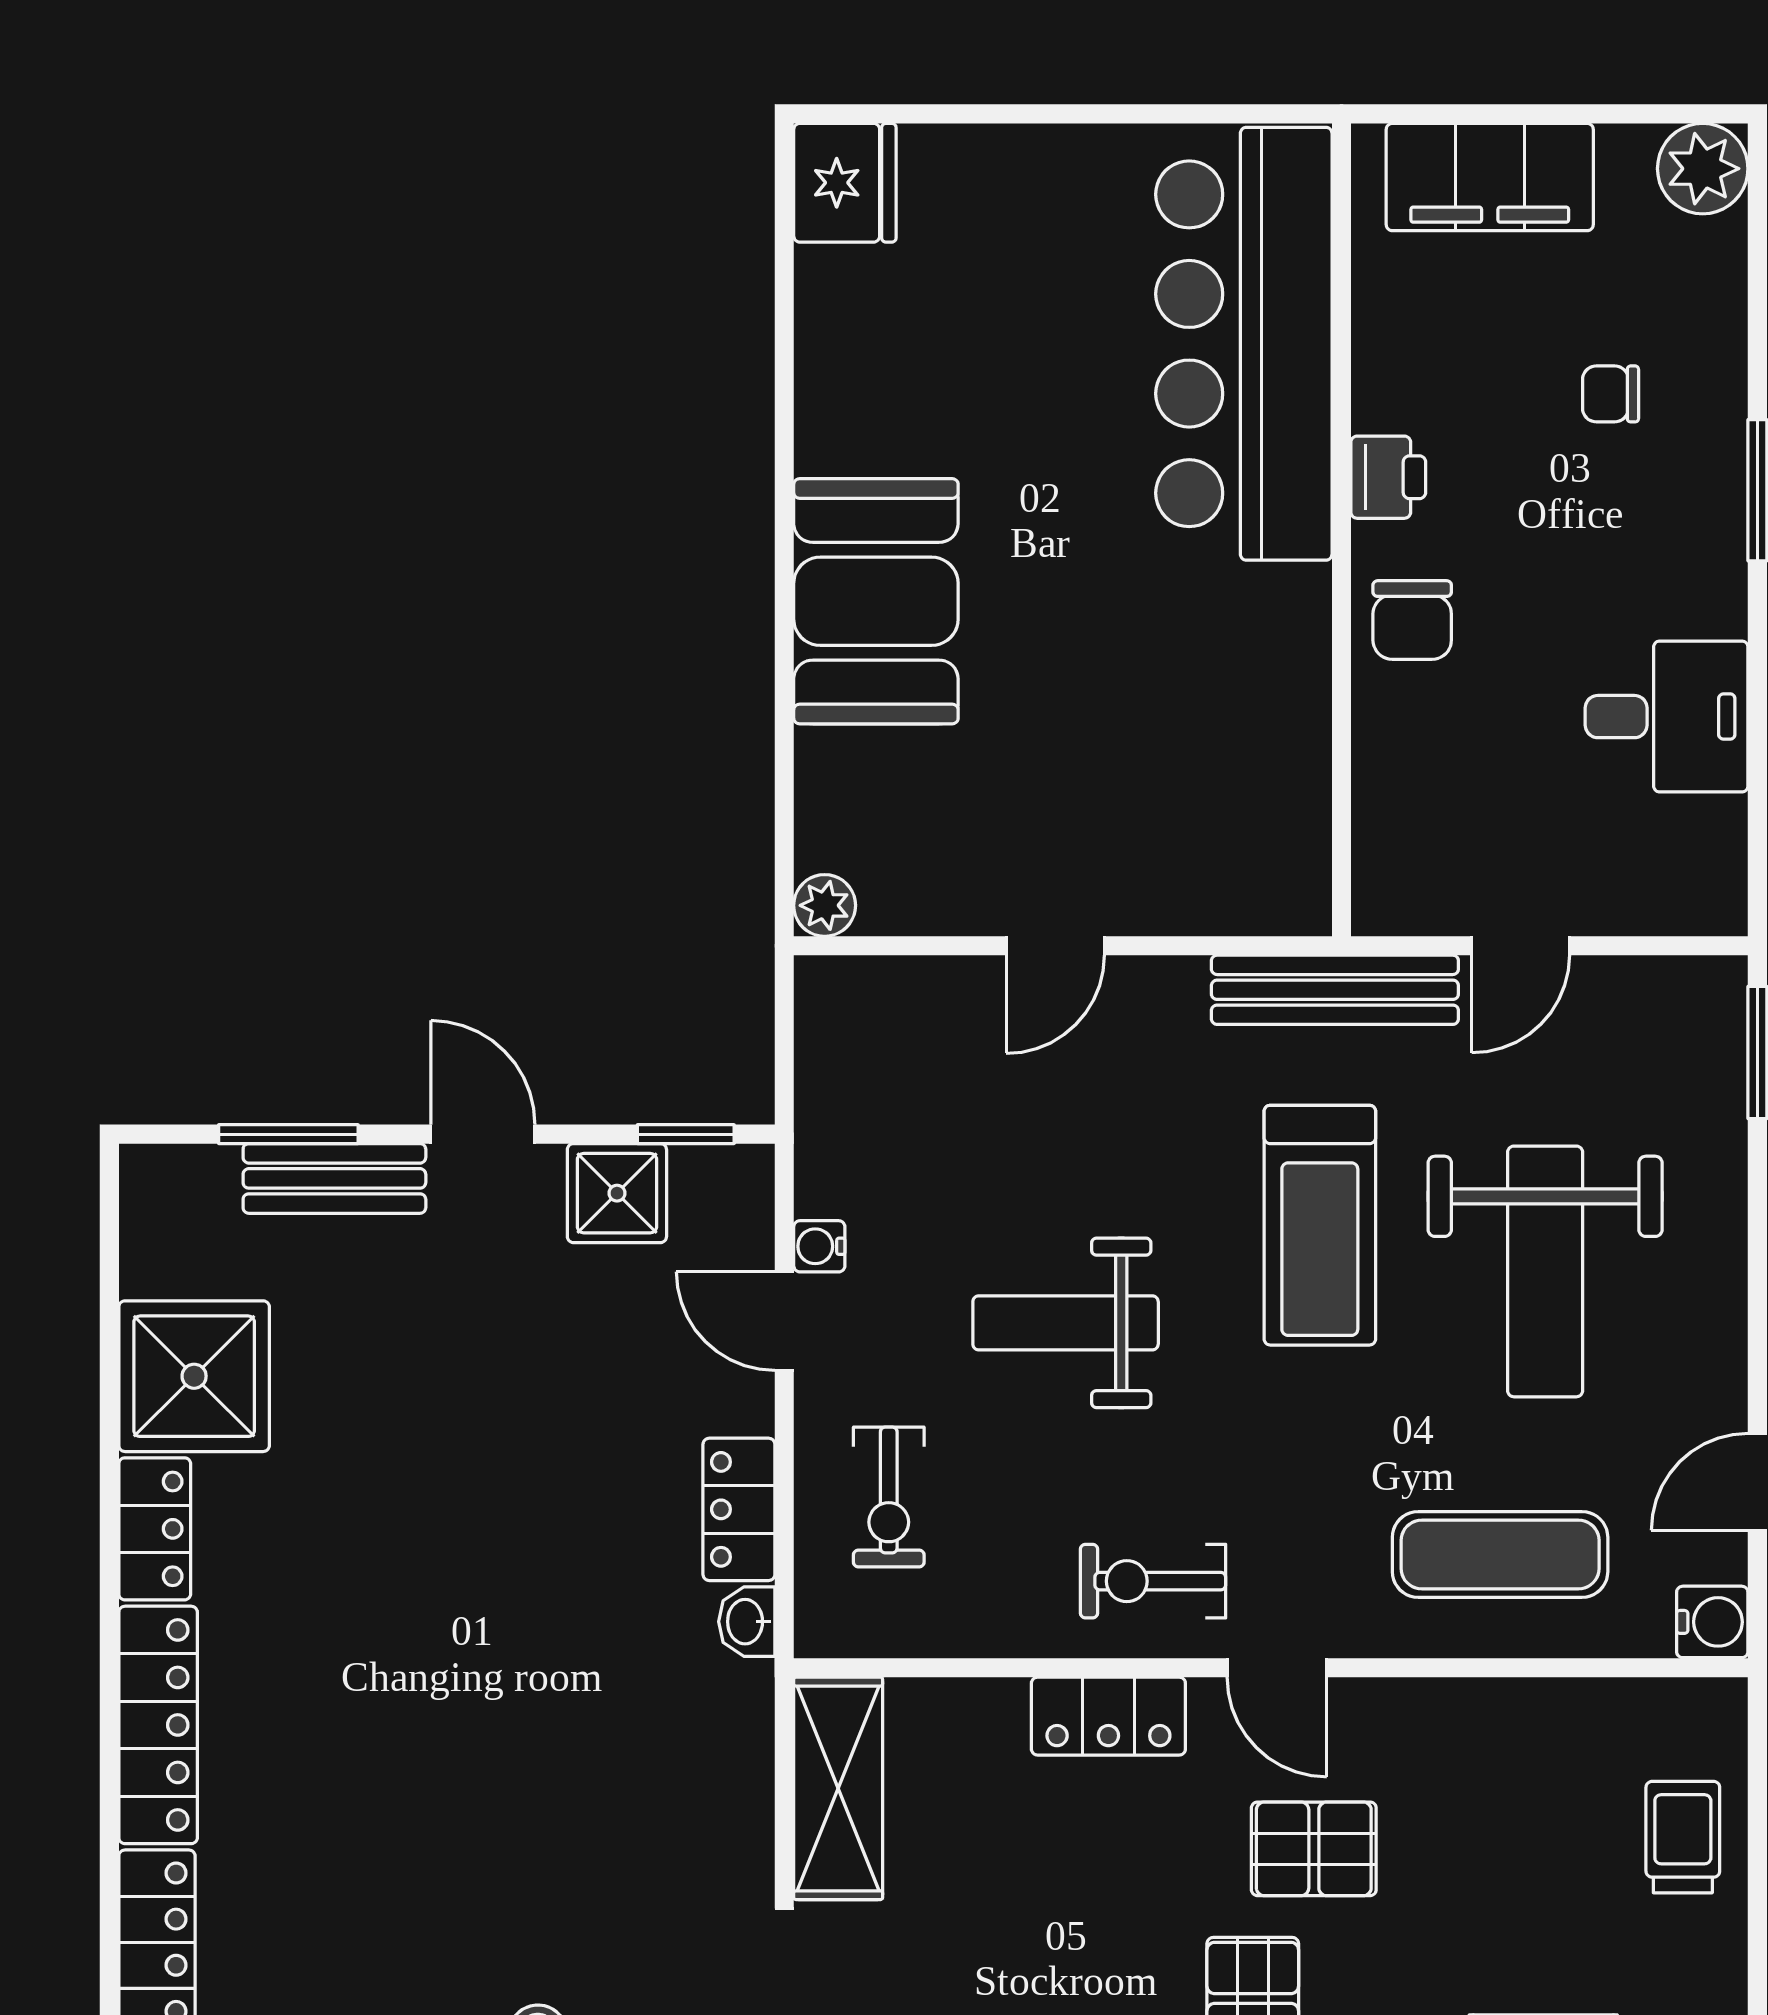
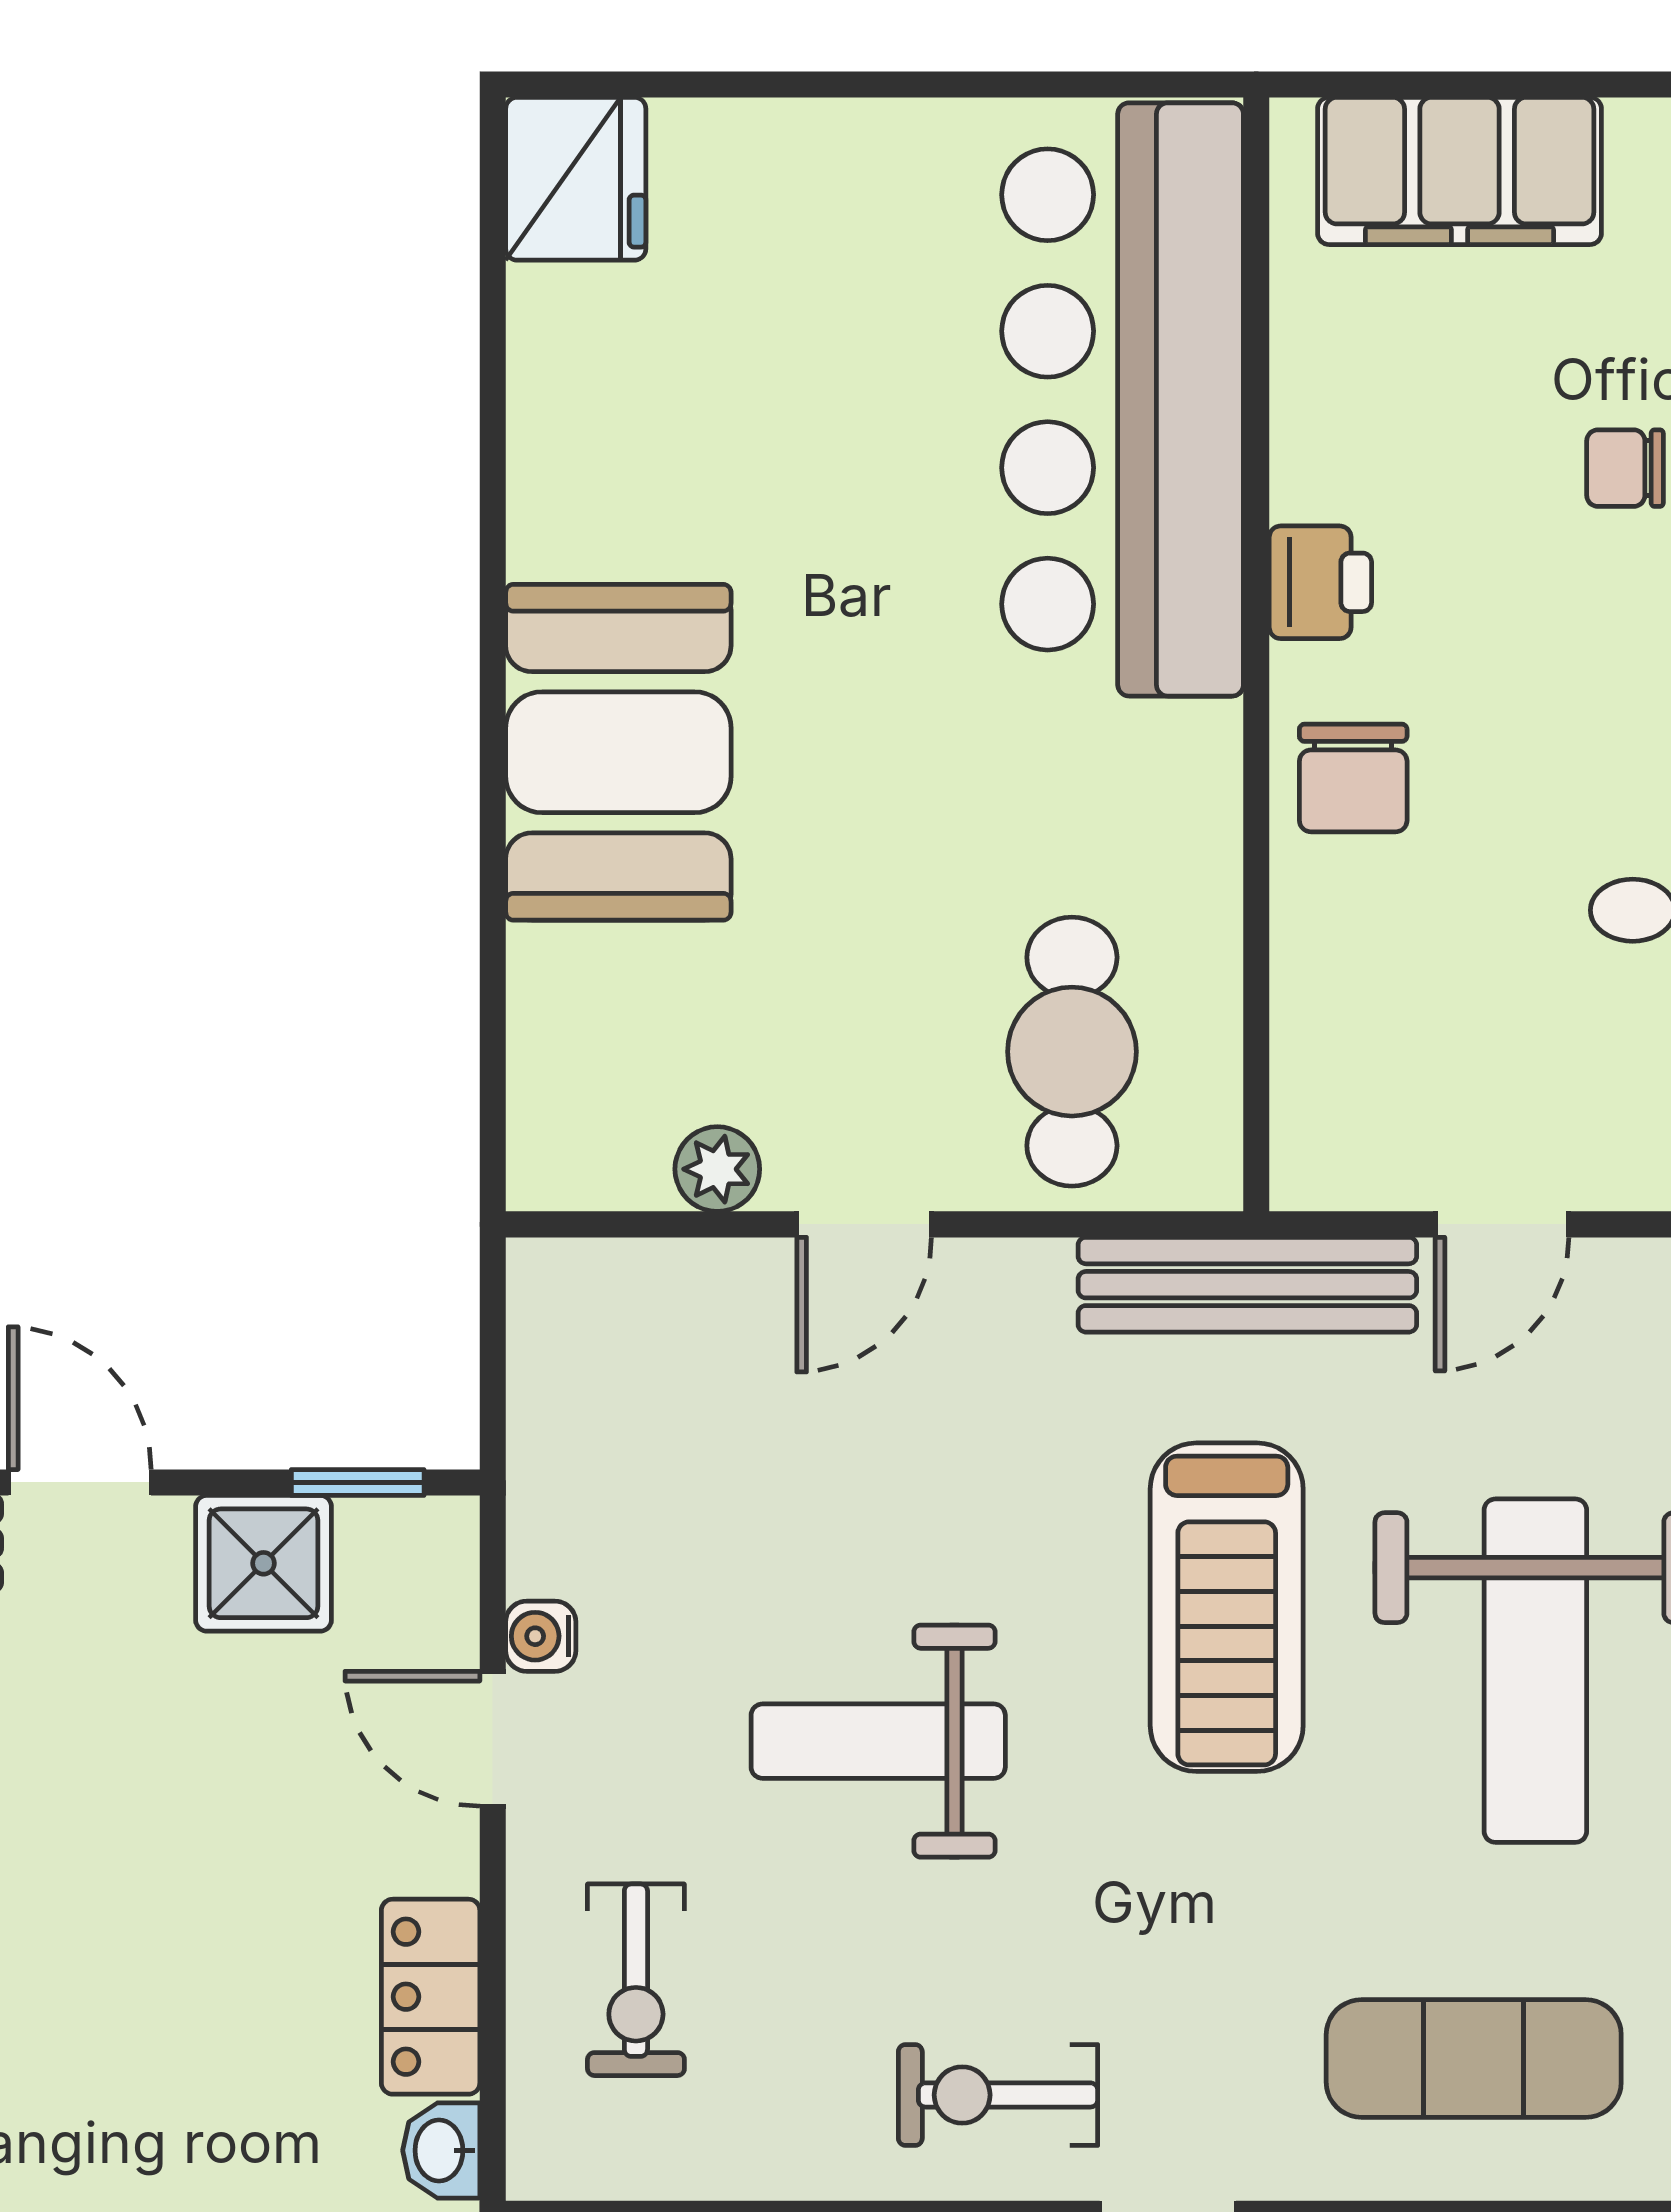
cafe table: (1207, 820) -> (1072, 1052), added
plant: (825, 905) -> (717, 1169), moved

